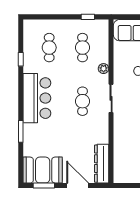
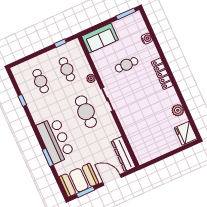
bar counter: (37, 98) -> (55, 140), moved
cafe table: (82, 101) -> (86, 112), width x1.37, depth x1.35

